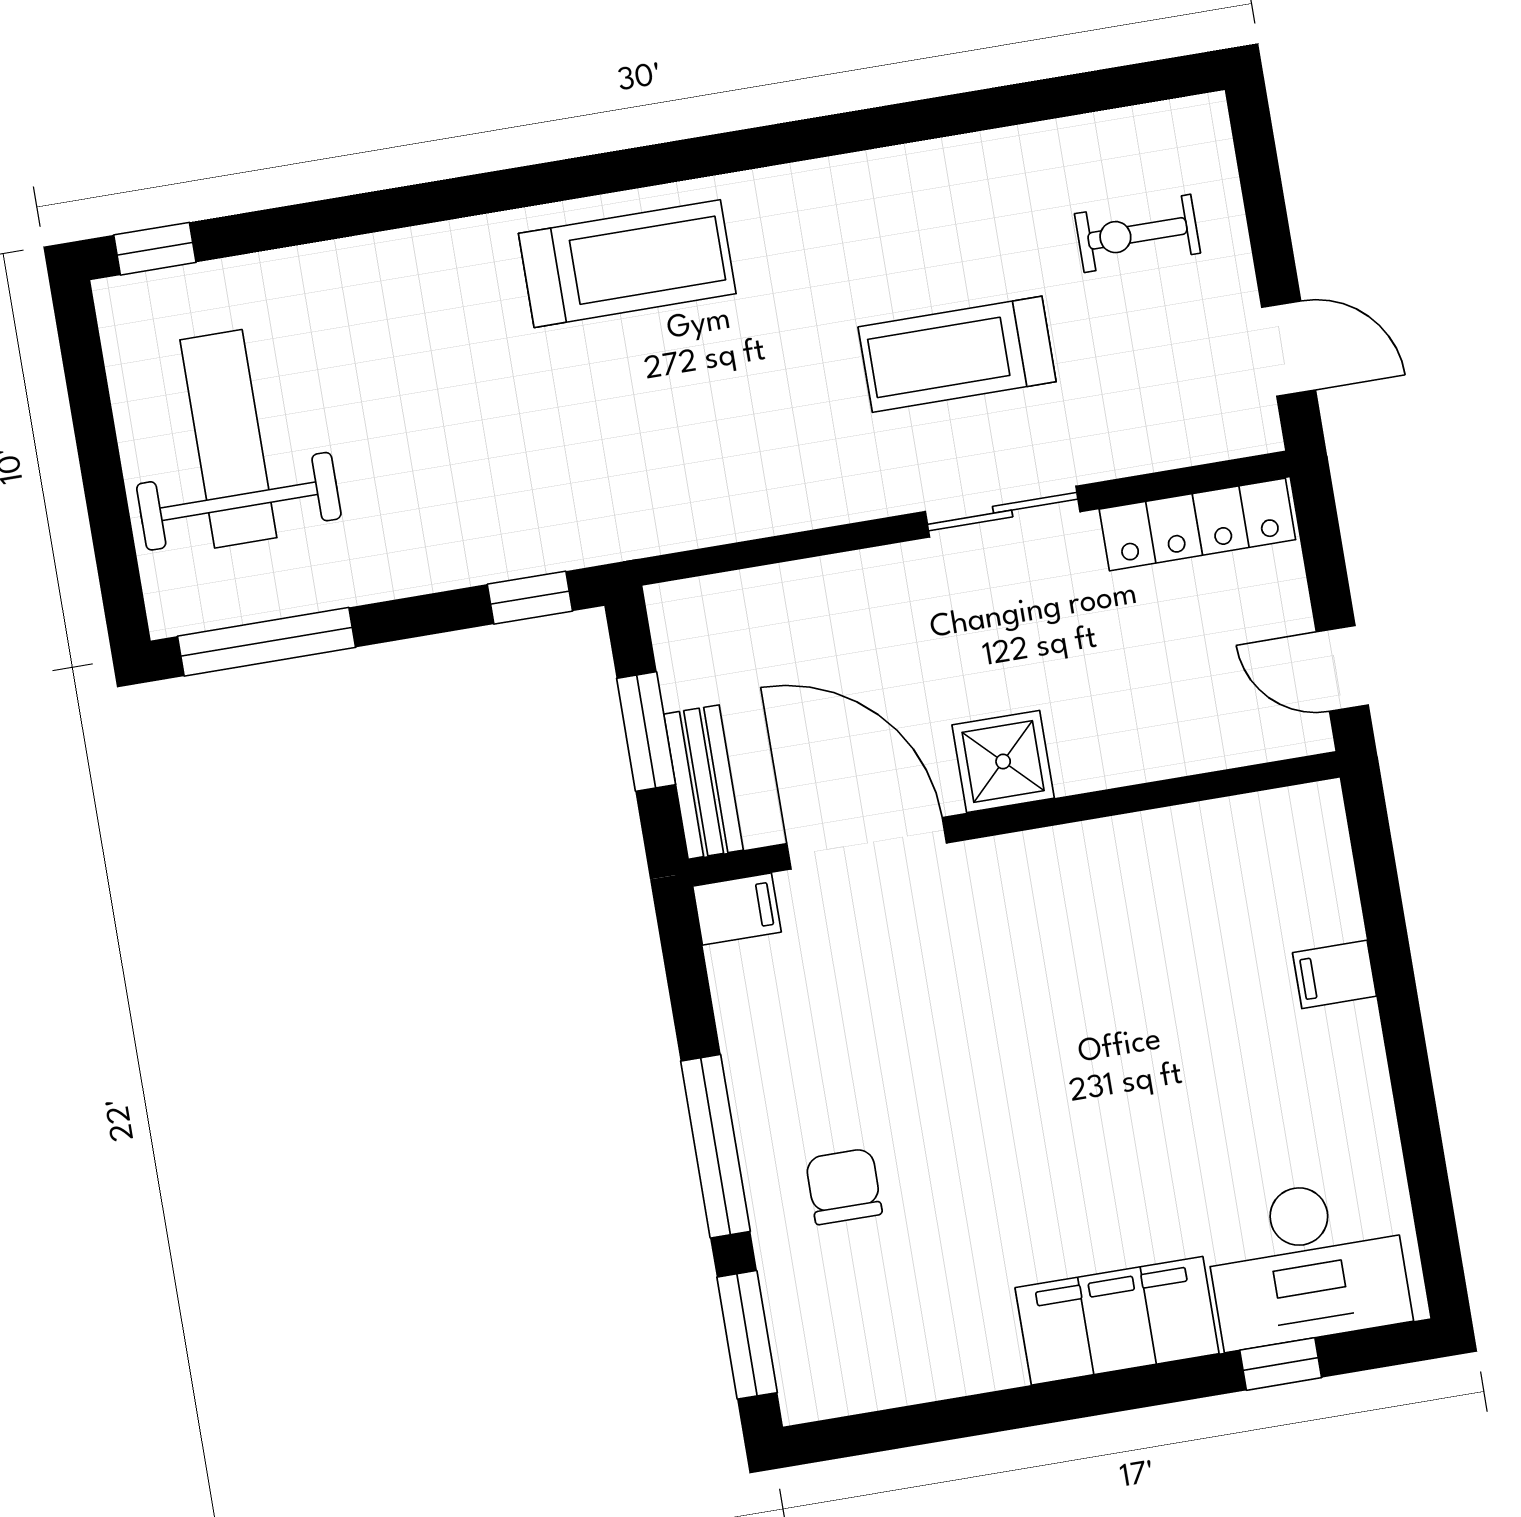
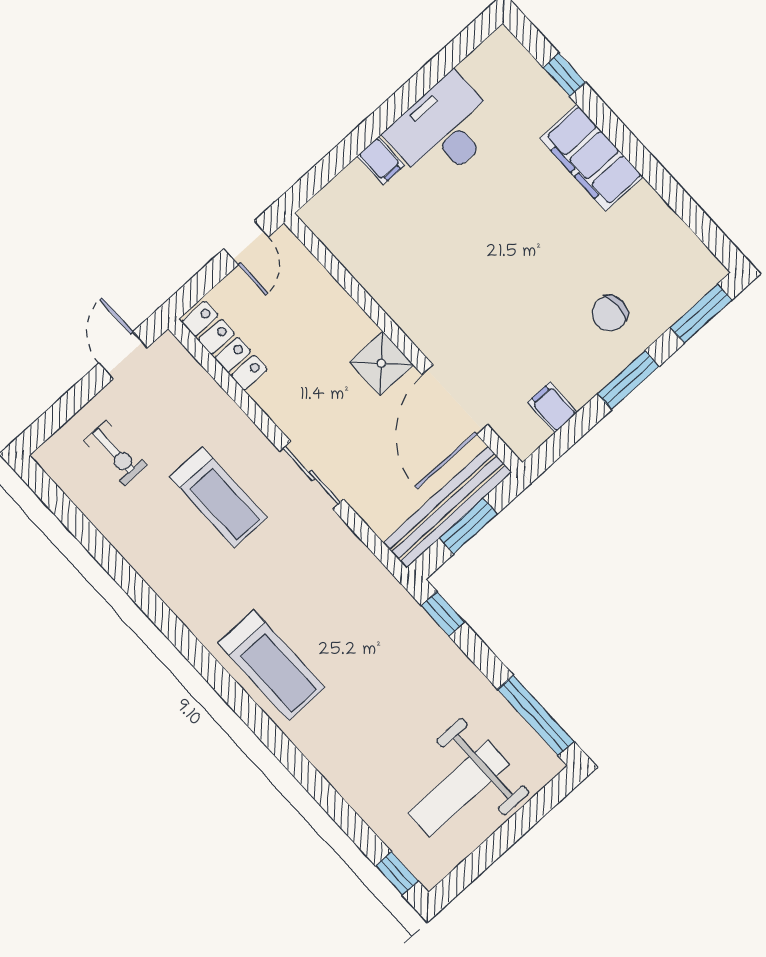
treadmill: (627, 264) -> (271, 665), turned 180
sliding door: (1003, 512) -> (312, 475), moved
bench: (704, 782) -> (448, 507), width x1.86, depth x1.21
filing cabinet: (737, 909) -> (552, 407), moved
window: (715, 1146) -> (628, 380), width x0.69
desk: (1307, 1263) -> (443, 130), moved, turned -90

